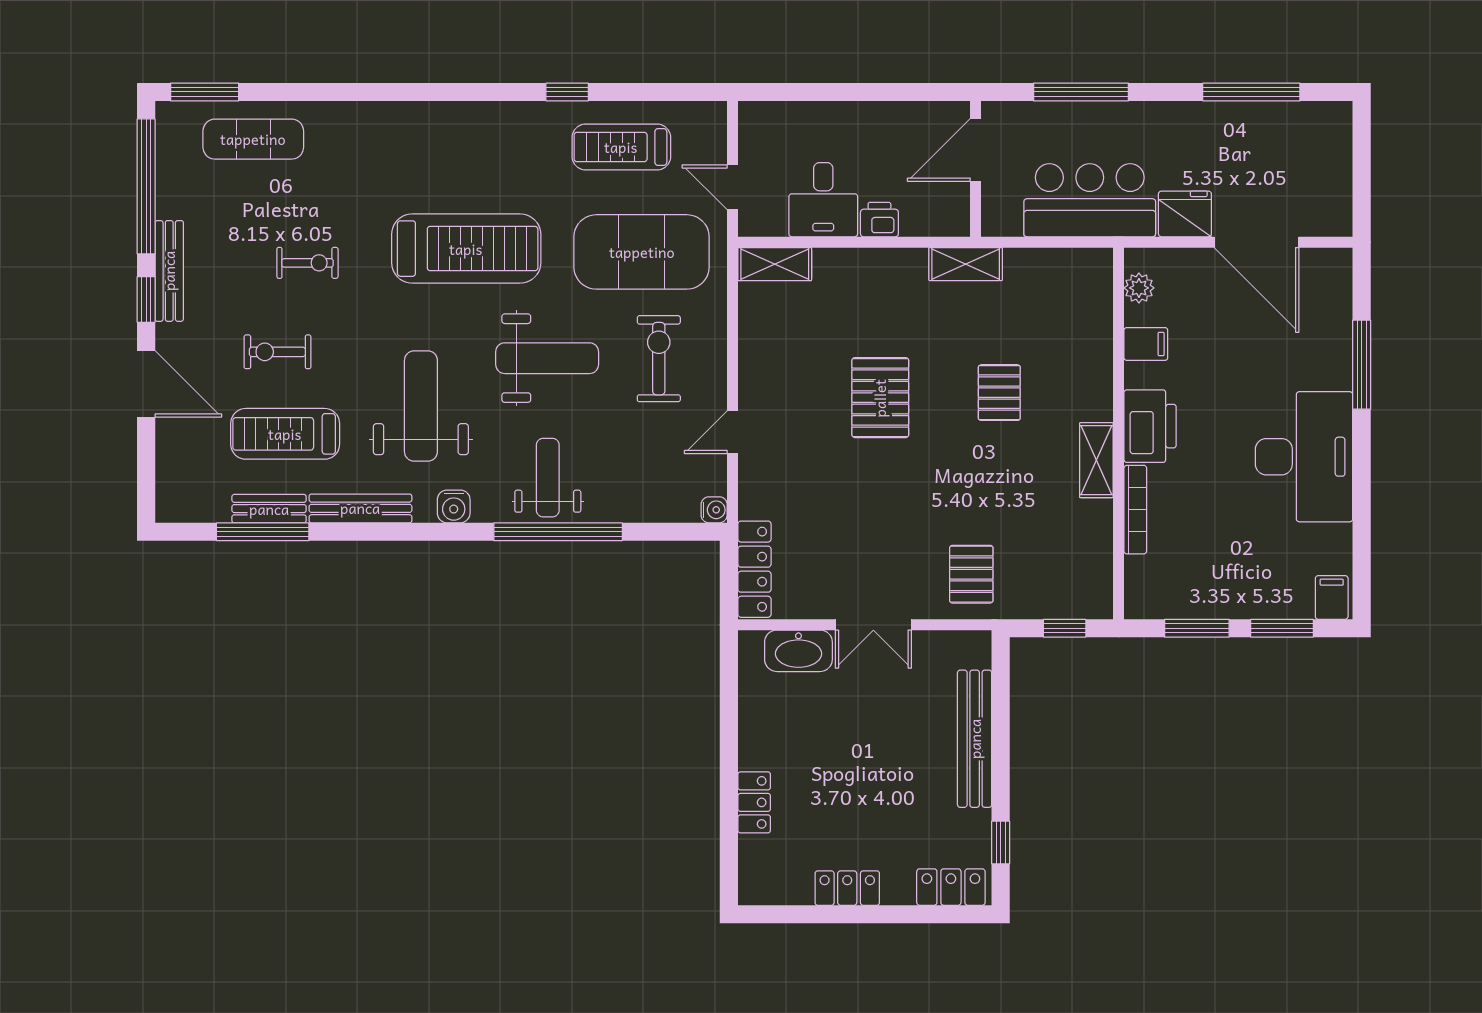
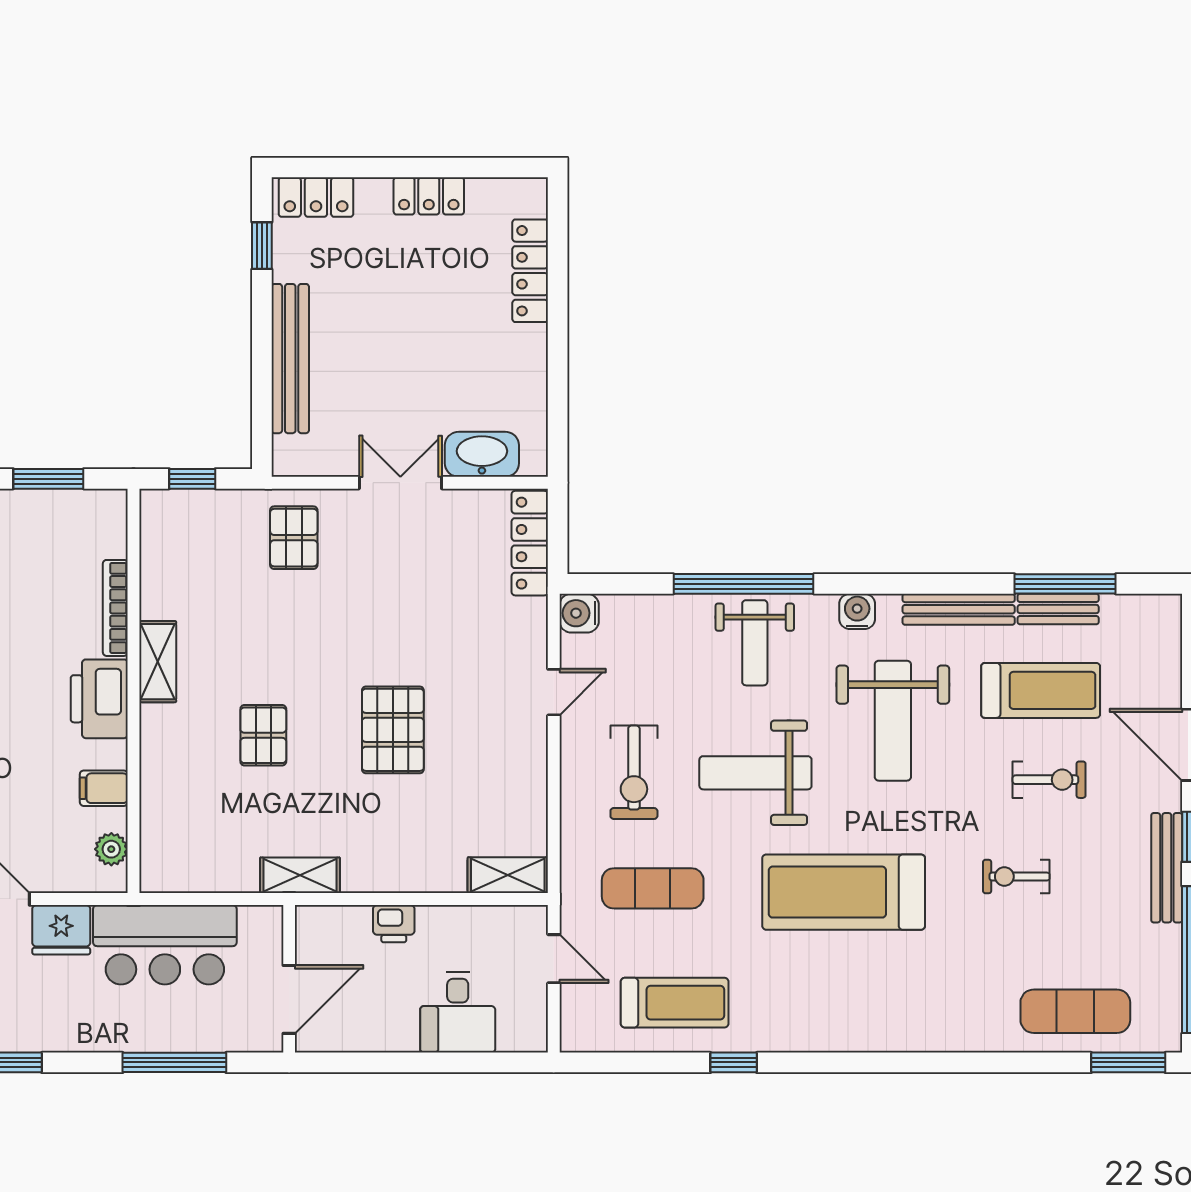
desk: (823, 200) -> (458, 1012), moved, turned 180
exercise mat: (642, 252) -> (653, 888), width x0.50, depth x0.69
water cooler: (714, 510) -> (579, 613), width x1.38, depth x1.38
locker: (754, 802) -> (530, 271), width x1.53

